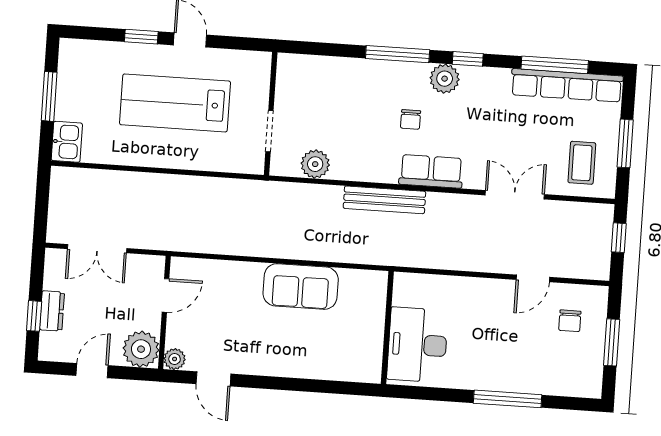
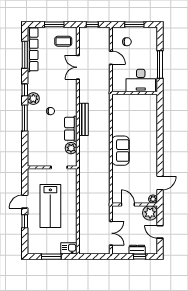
row of seats: (431, 171) -> (71, 129), moved
wall: (387, 328) -> (135, 93), moved
desk: (417, 345) -> (141, 81), moved

